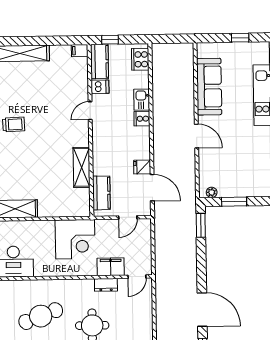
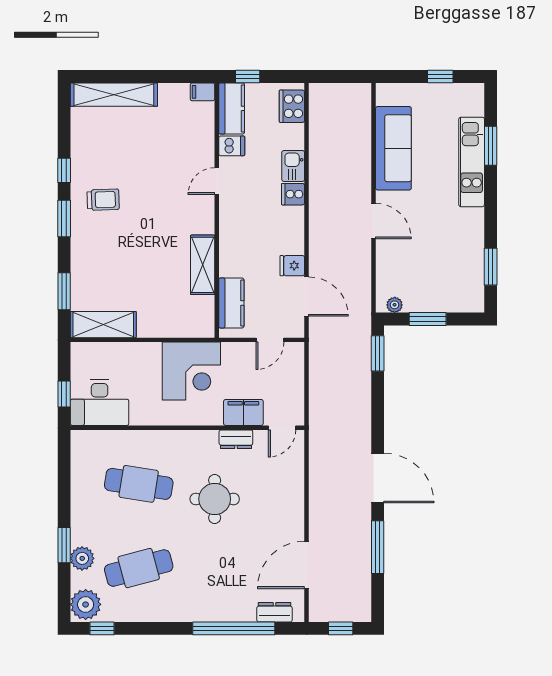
cafe table: (41, 316) -> (139, 484), turned 30

